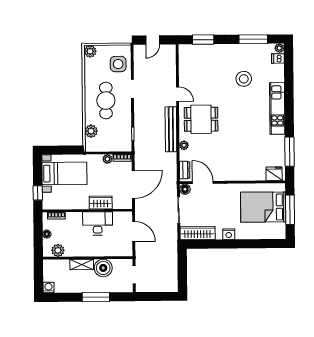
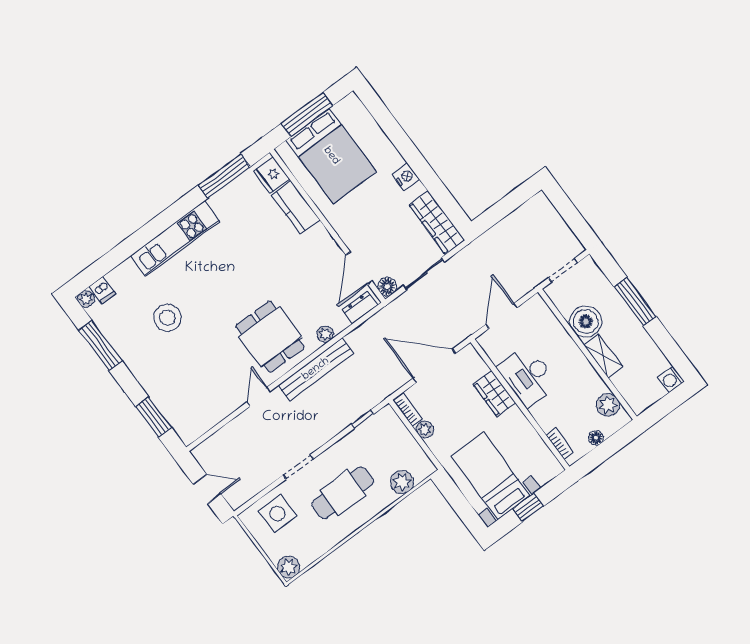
kitchen counter: (251, 174) -> (296, 207), added
window: (38, 193) -> (528, 508), moved

